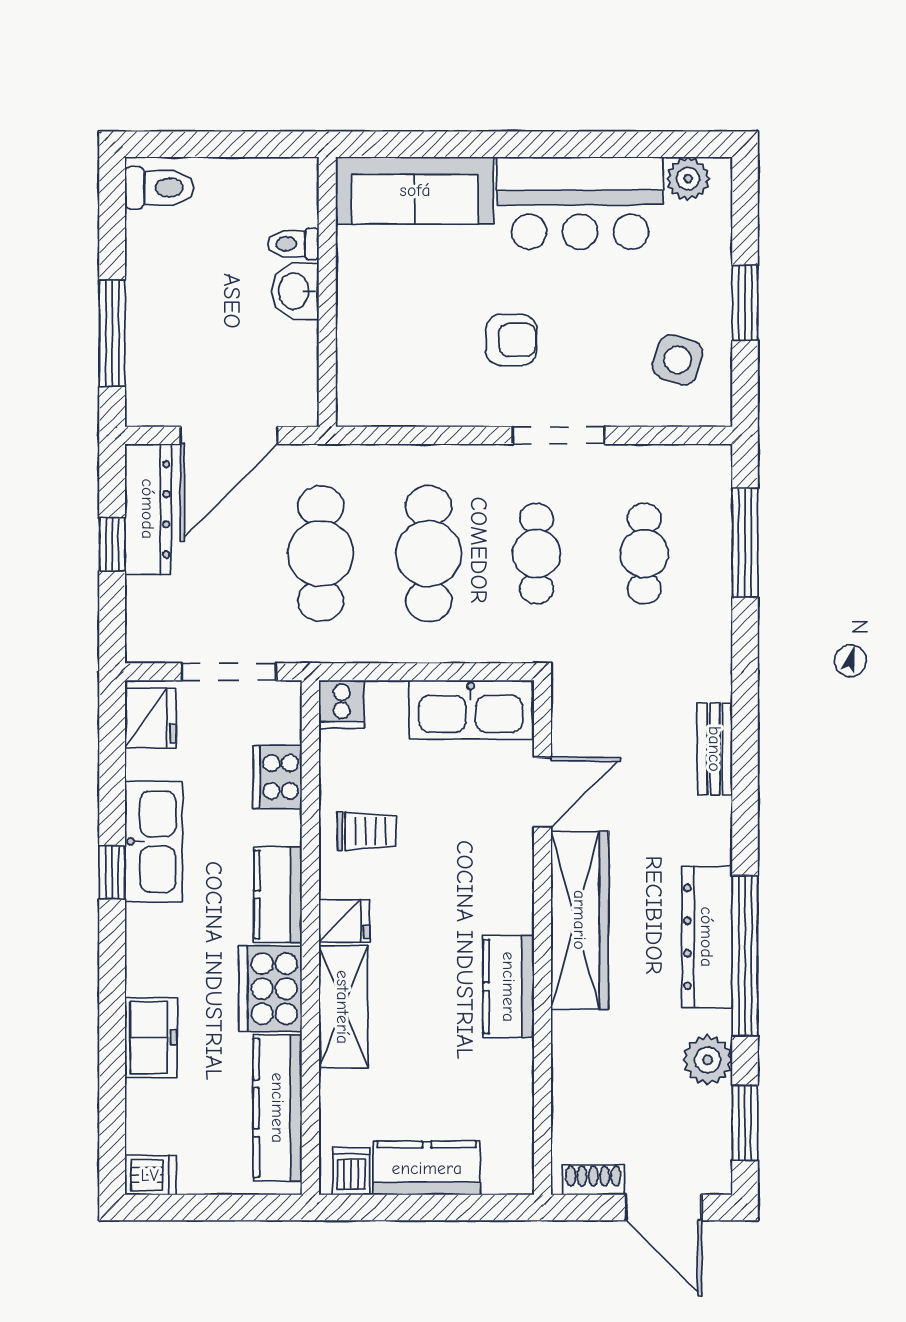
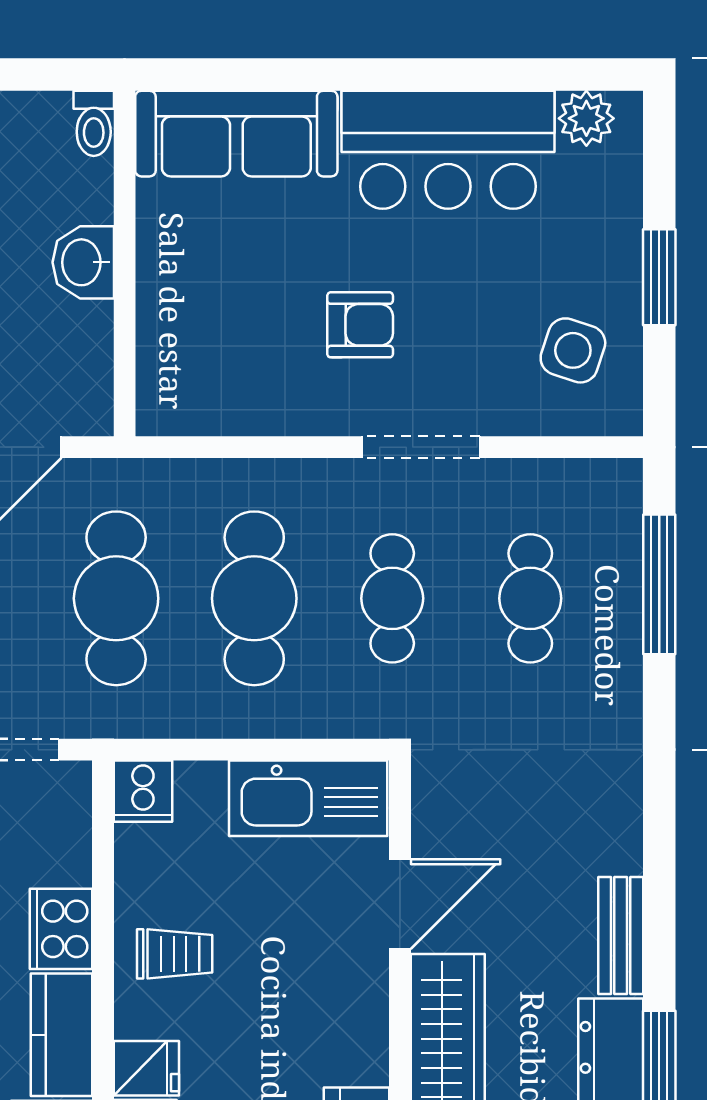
toilet: (293, 244) -> (94, 123), moved, turned -90
bench: (715, 749) -> (621, 935), moved
cooker: (278, 777) -> (61, 929), moved

